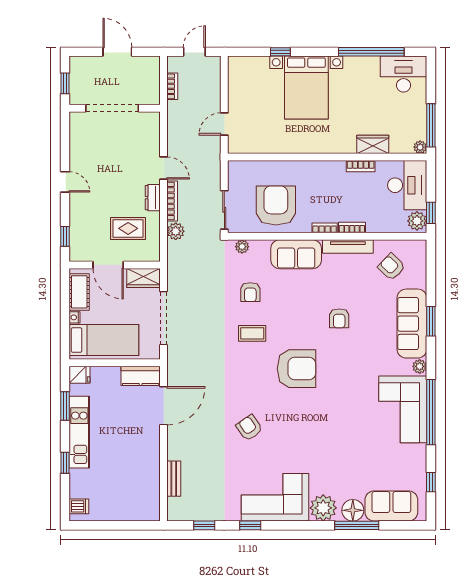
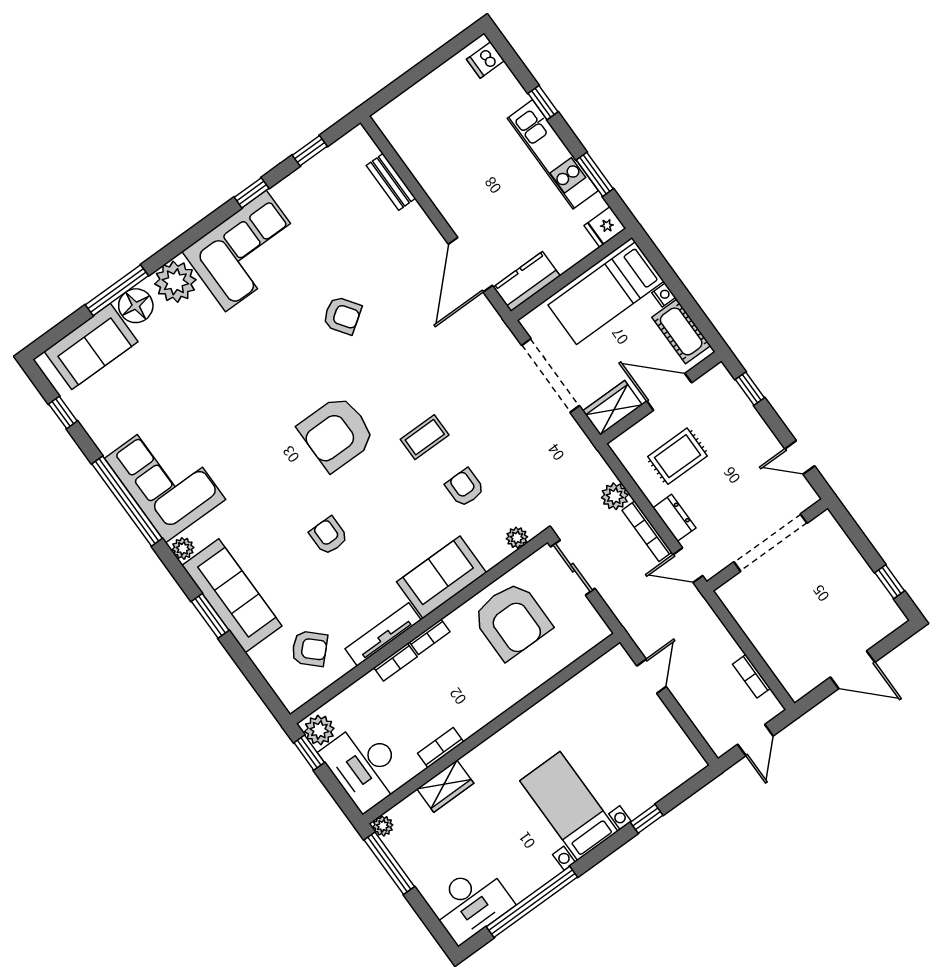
bed with nightstands: (306, 88) -> (569, 806), width x0.73
doorway: (112, 108) -> (770, 543), moved
wall: (115, 108) -> (767, 545), moved

